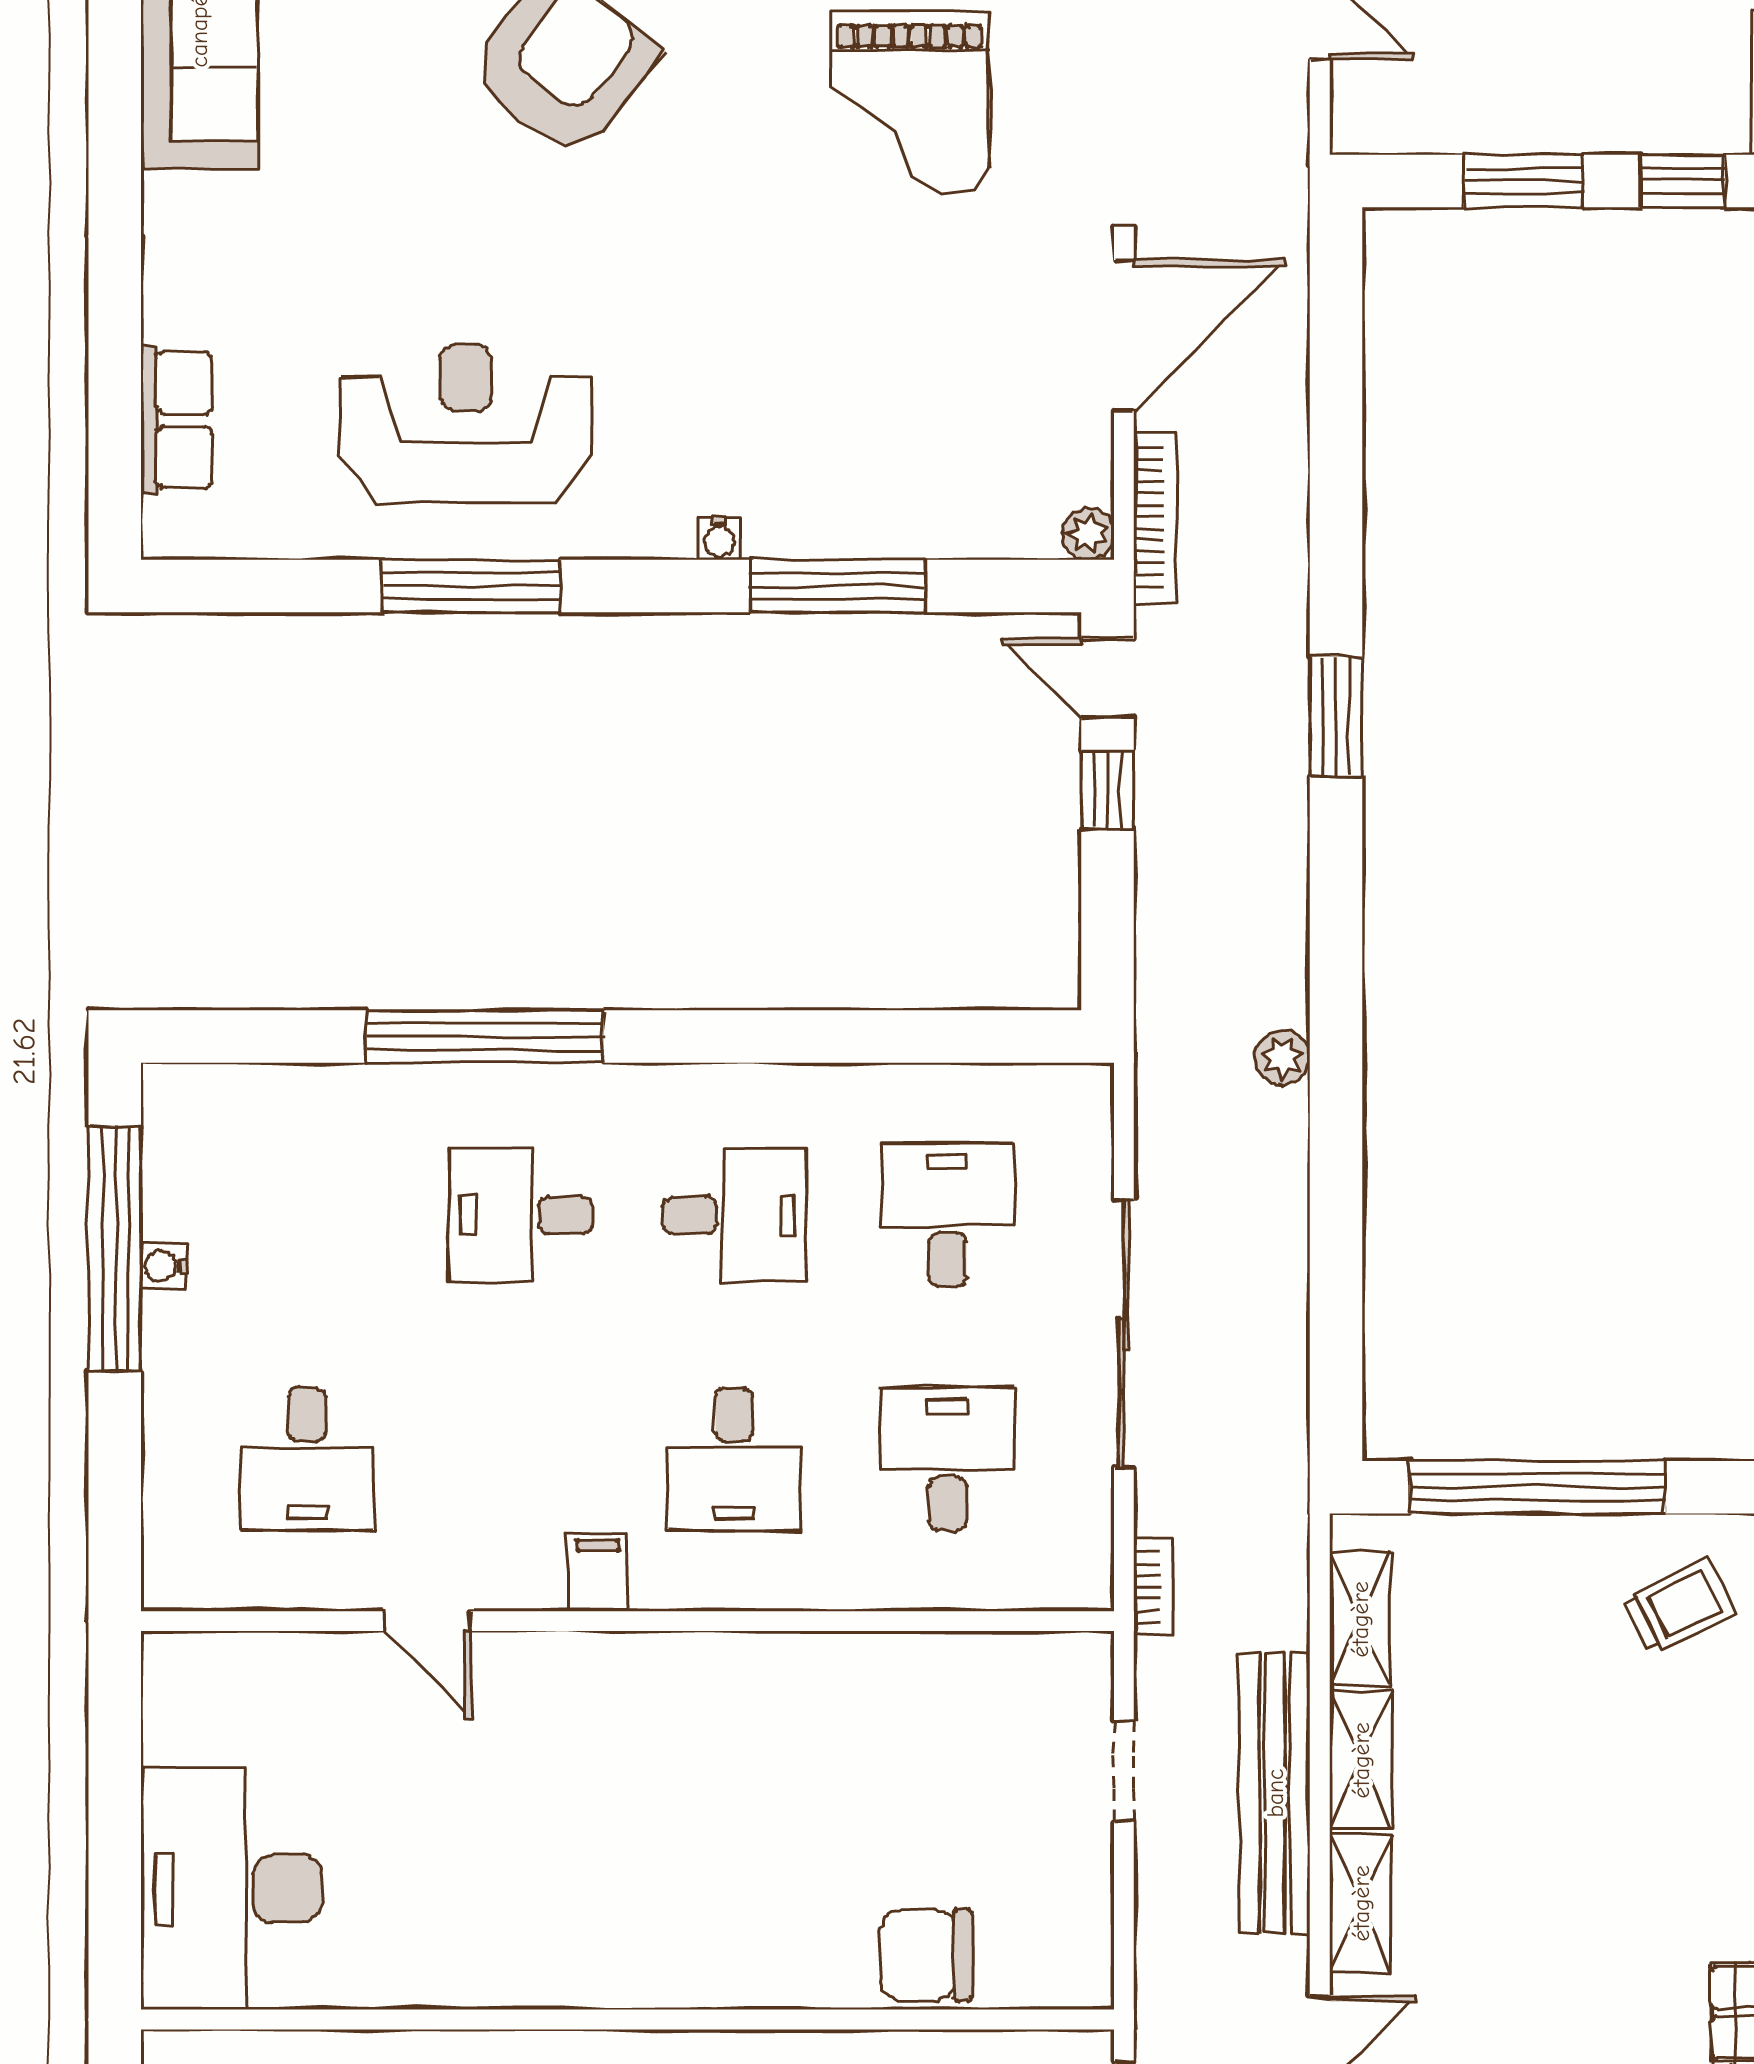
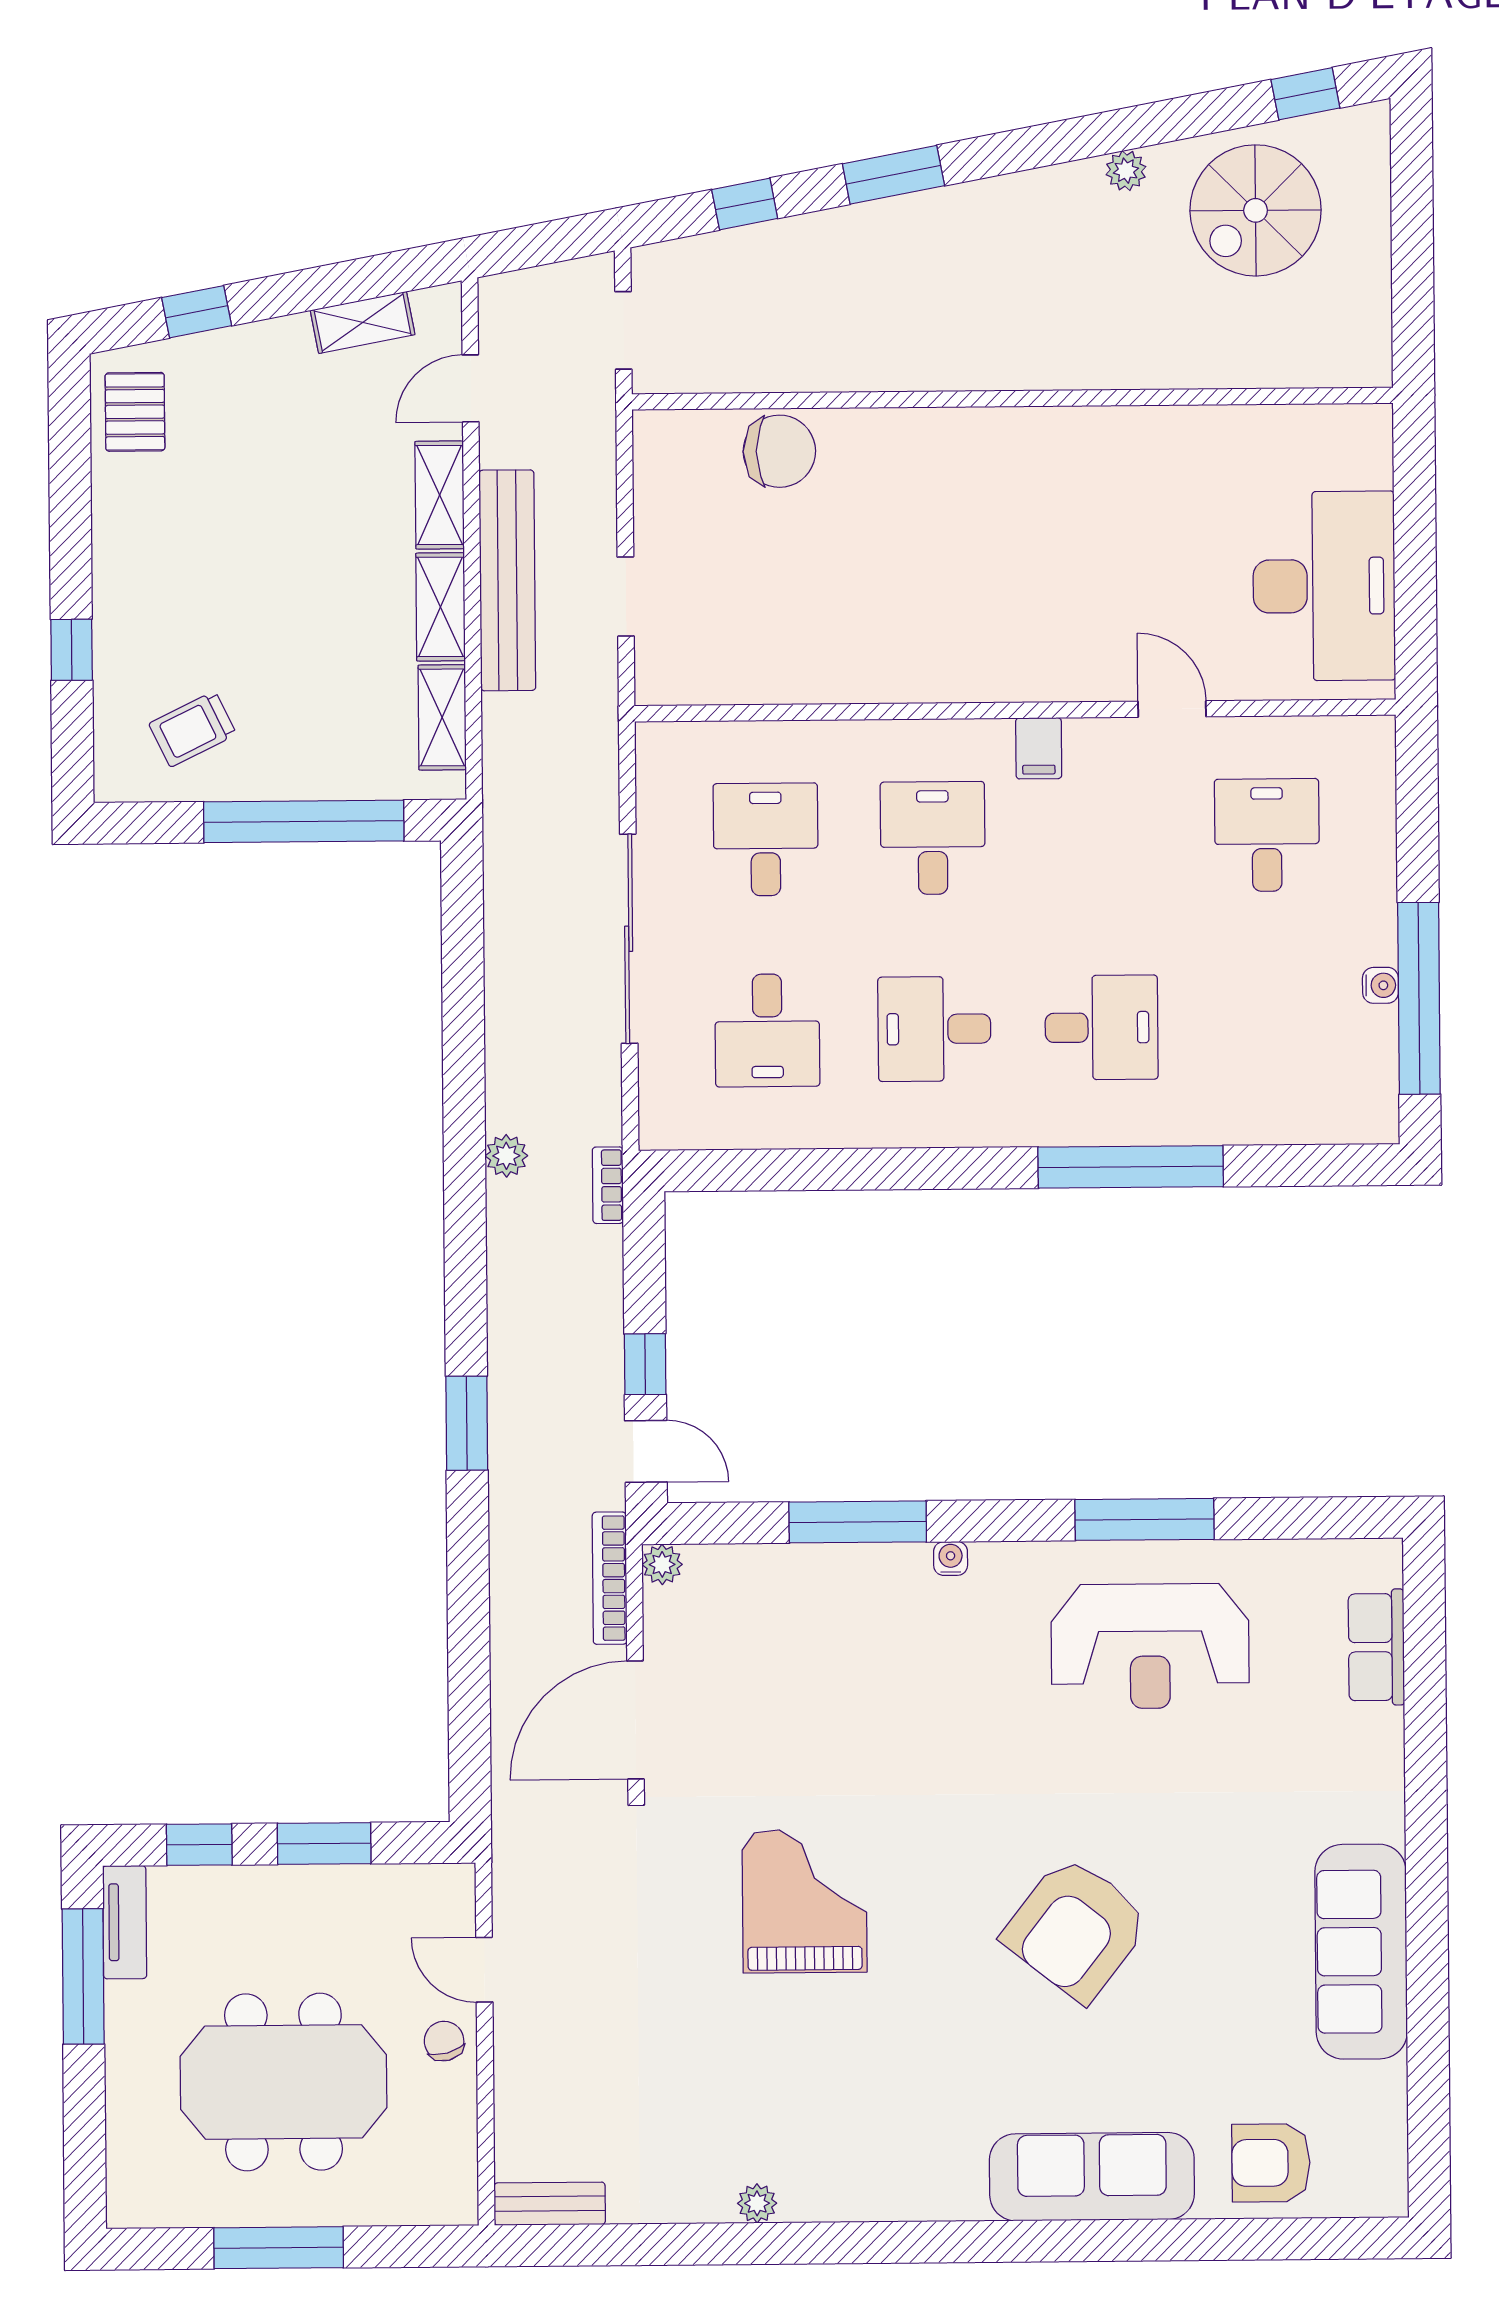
desk: (948, 1459) -> (766, 839), turned 180
bookcase: (1153, 1587) -> (608, 1185), moved
desk: (231, 1889) -> (1324, 586), moved

